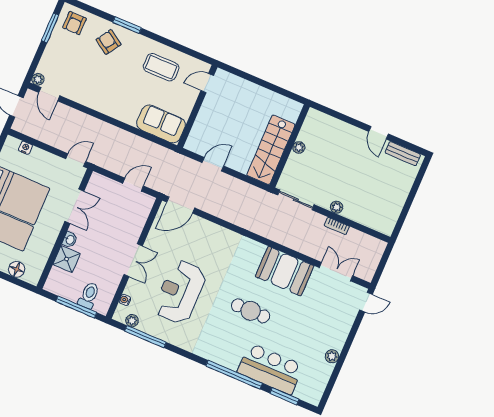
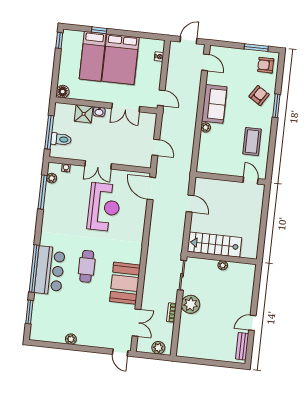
plant: (38, 79) -> (206, 127), moved
door: (49, 94) -> (206, 62), swing flipped
sofa: (161, 124) -> (214, 104), moved
plant: (337, 207) -> (191, 304), width x1.88, depth x1.88
plant: (374, 255) -> (158, 348), added
floor lamp: (17, 269) -> (63, 92), moved
reception desk: (180, 292) -> (104, 207), moved, turned 90
bar counter: (270, 369) -> (50, 270), moved

